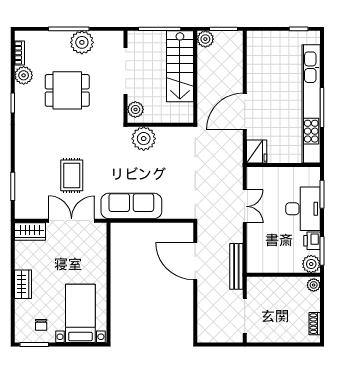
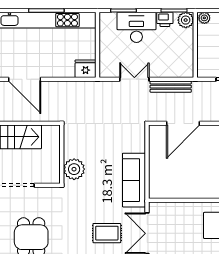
plant: (135, 109) -> (48, 176), removed
door: (245, 111) -> (25, 79), moved
bench: (236, 266) -> (171, 87), moved

